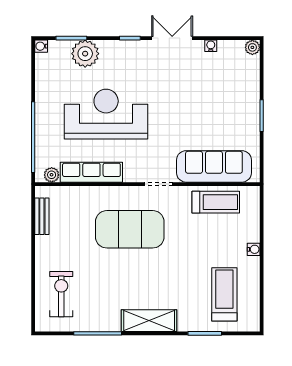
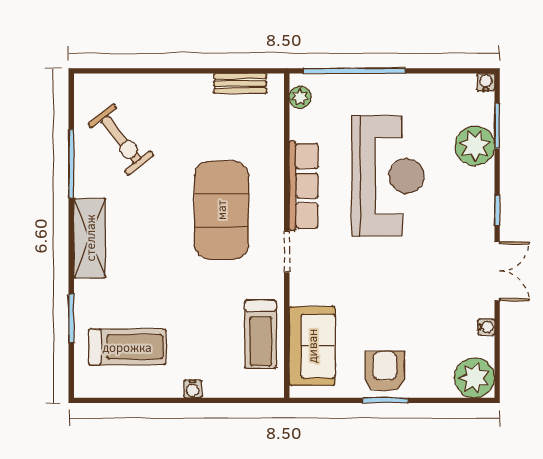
plant: (252, 47) -> (475, 378), width x1.88, depth x1.88
armchair: (241, 116) -> (385, 371), added
sofa: (214, 166) -> (312, 346), width x0.73
row of seats: (91, 172) -> (304, 186), moved
exercise bike: (61, 294) -> (121, 140), moved, turned 52

